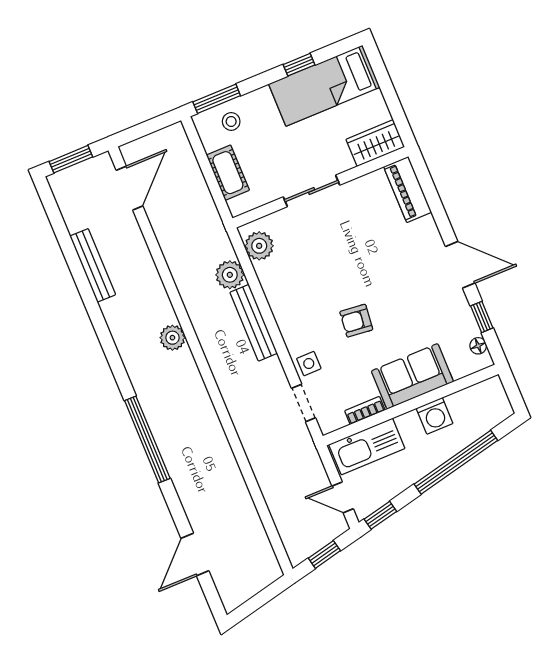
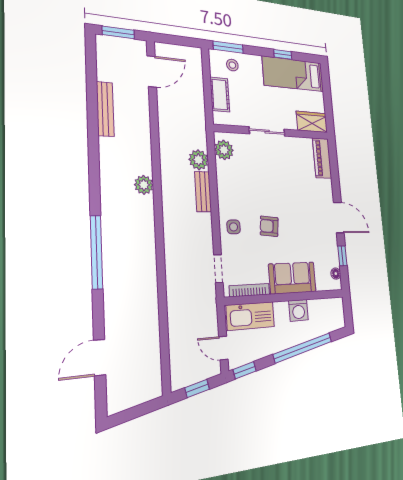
bench: (254, 323) -> (203, 192), width x0.73
side table: (309, 364) -> (234, 227), moved
bookcase: (365, 410) -> (249, 290), width x1.56

